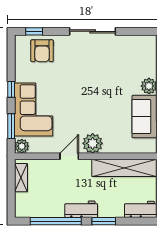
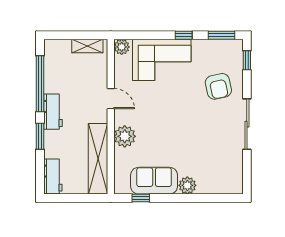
armchair: (42, 51) -> (218, 86), moved, turned -102
window: (11, 126) -> (222, 35), moved
plant: (93, 143) -> (125, 136), moved

